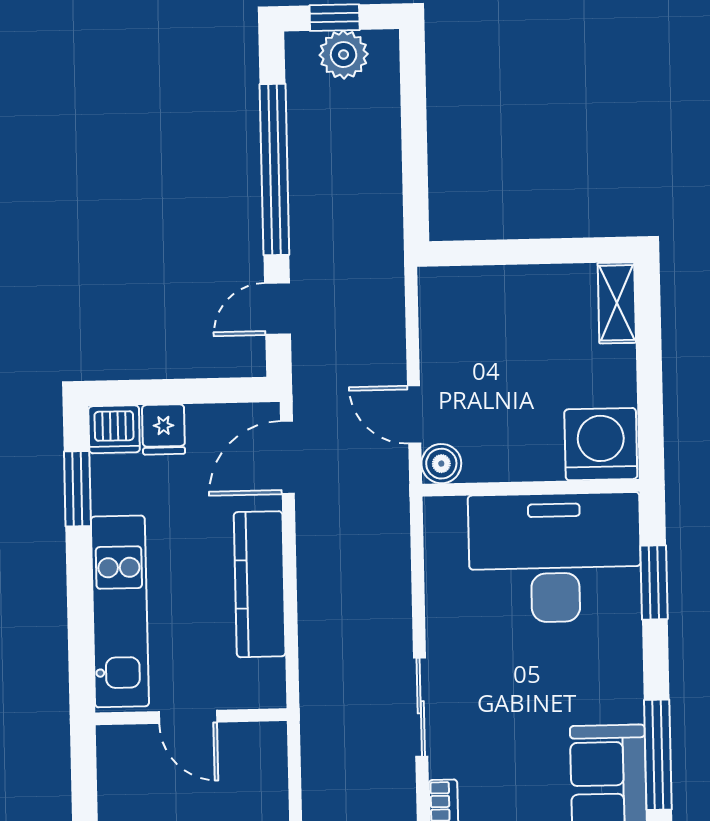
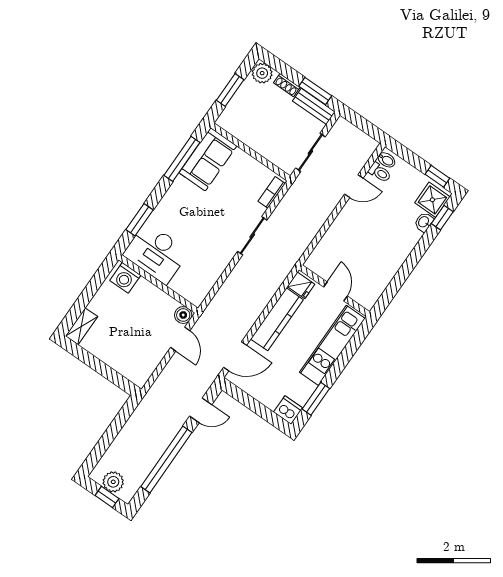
fridge: (164, 429) -> (301, 285), moved, turned 90
washing machine: (601, 444) -> (125, 278), width x0.73, depth x0.73
desk: (555, 558) -> (156, 253), width x0.73, depth x0.77

